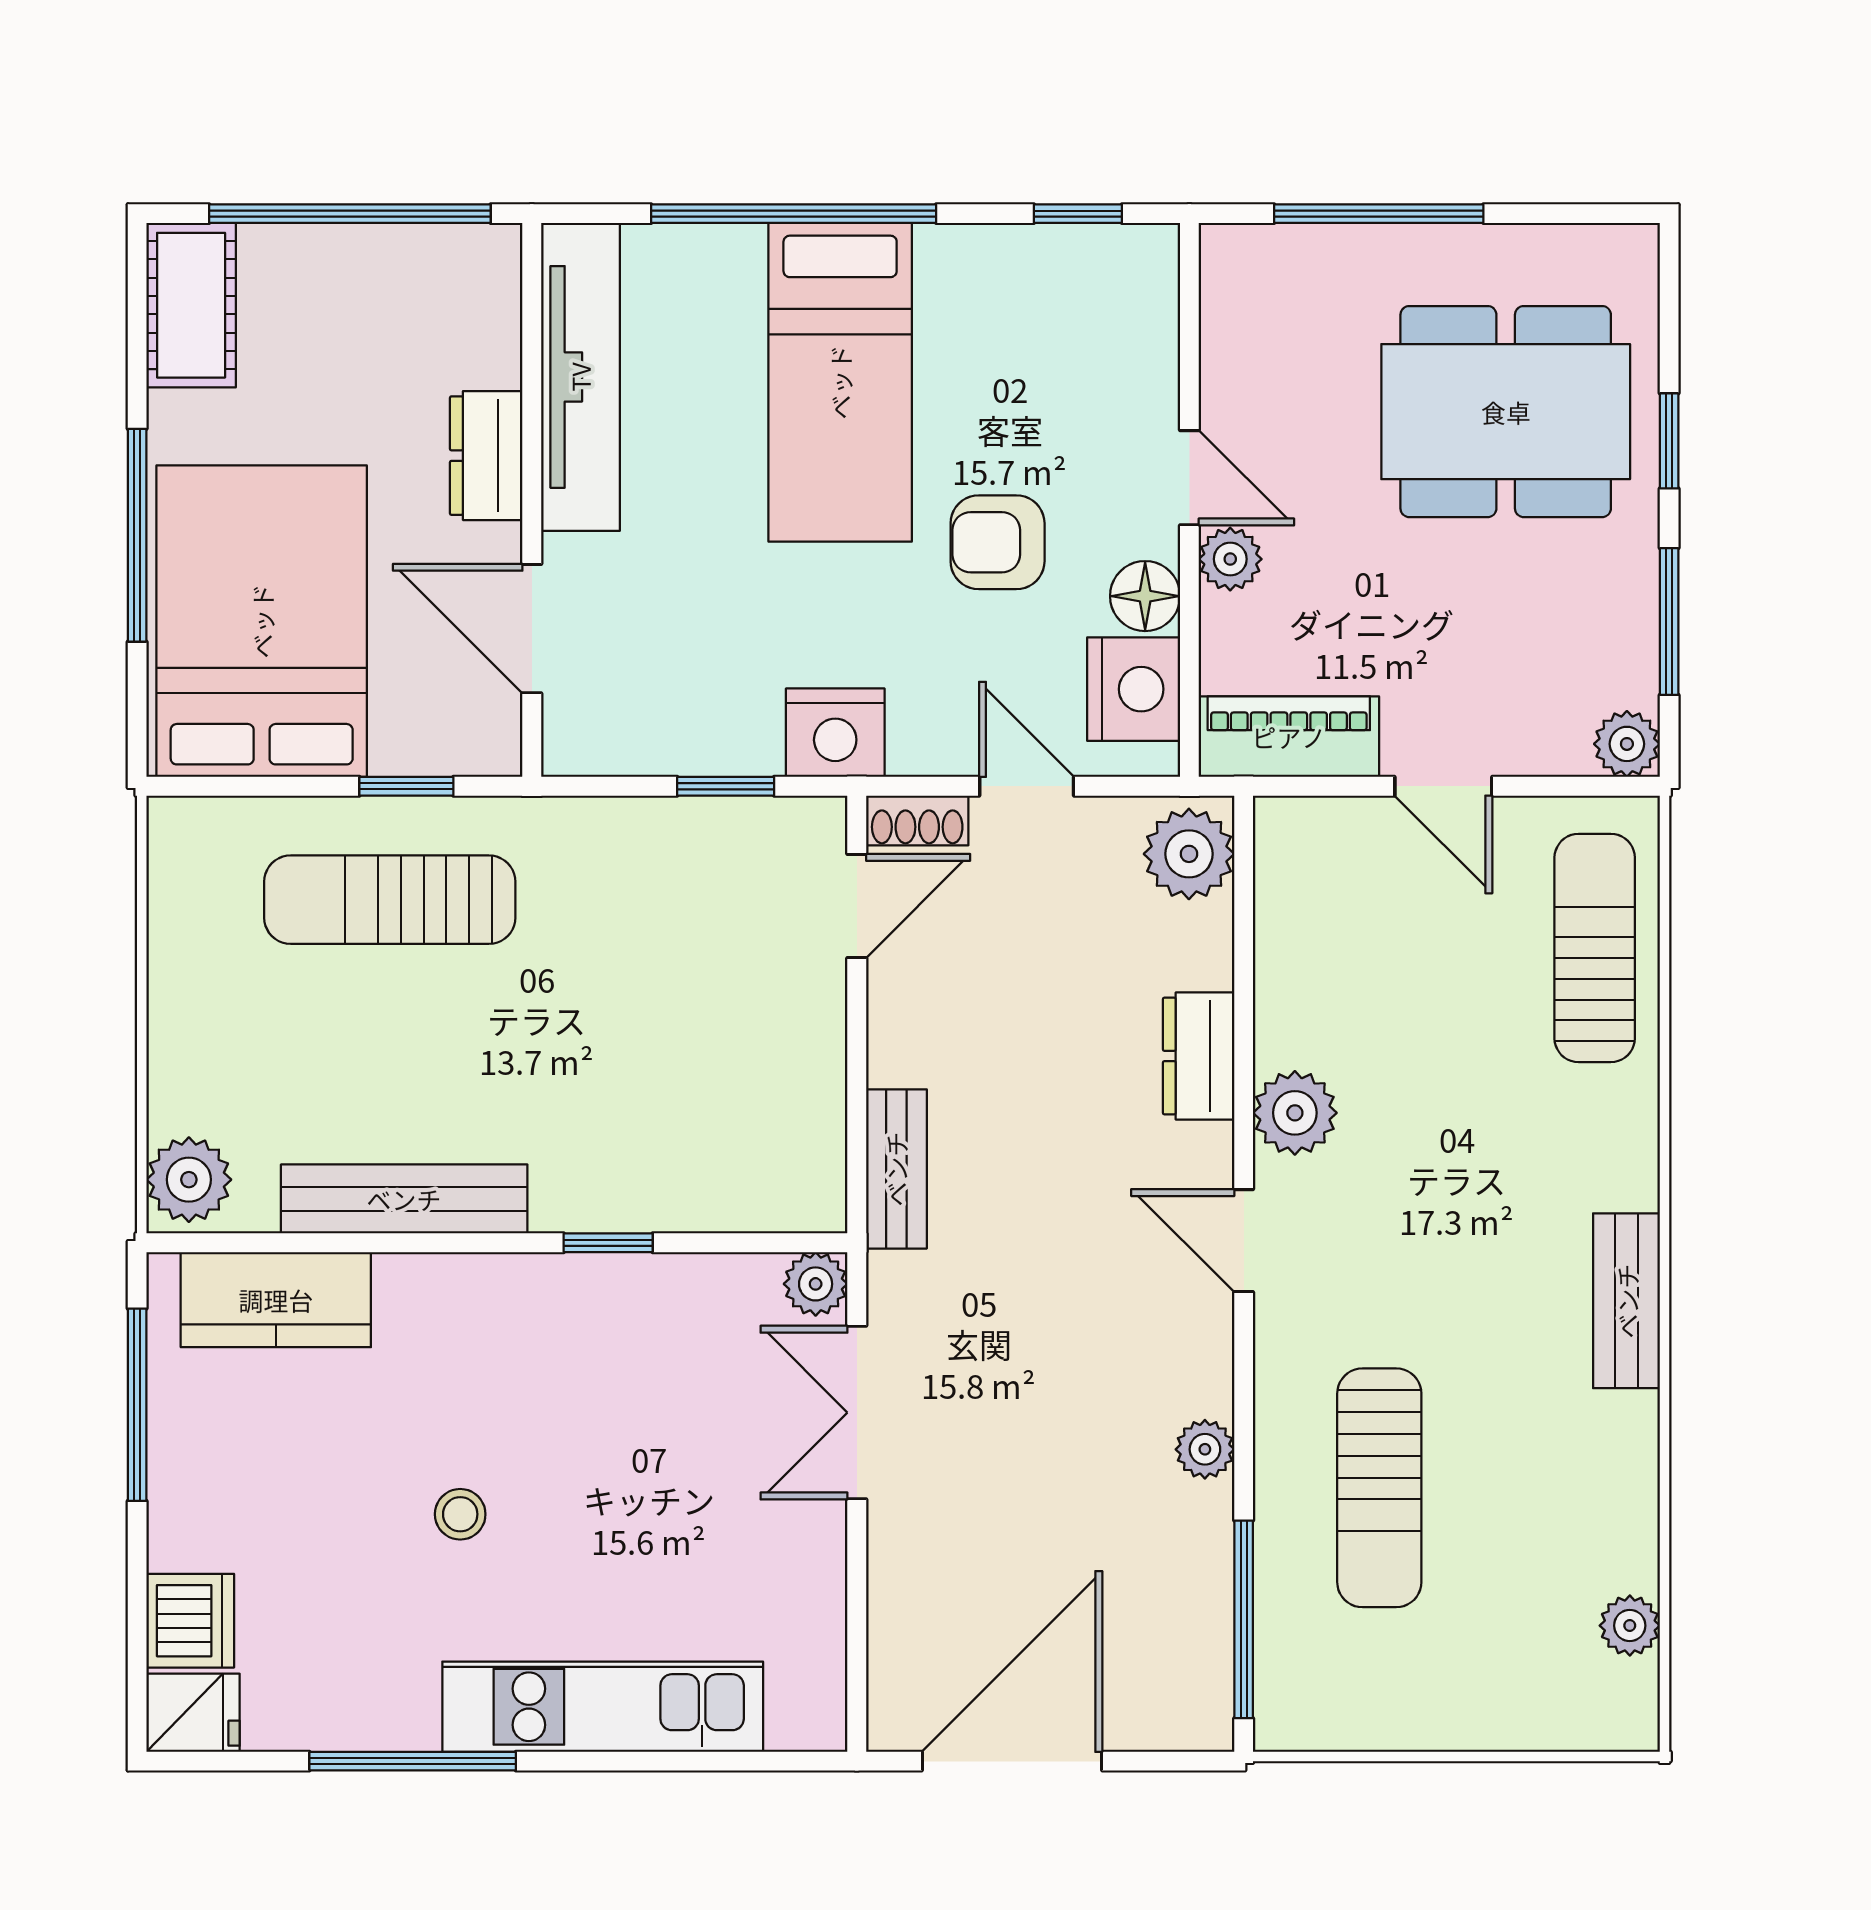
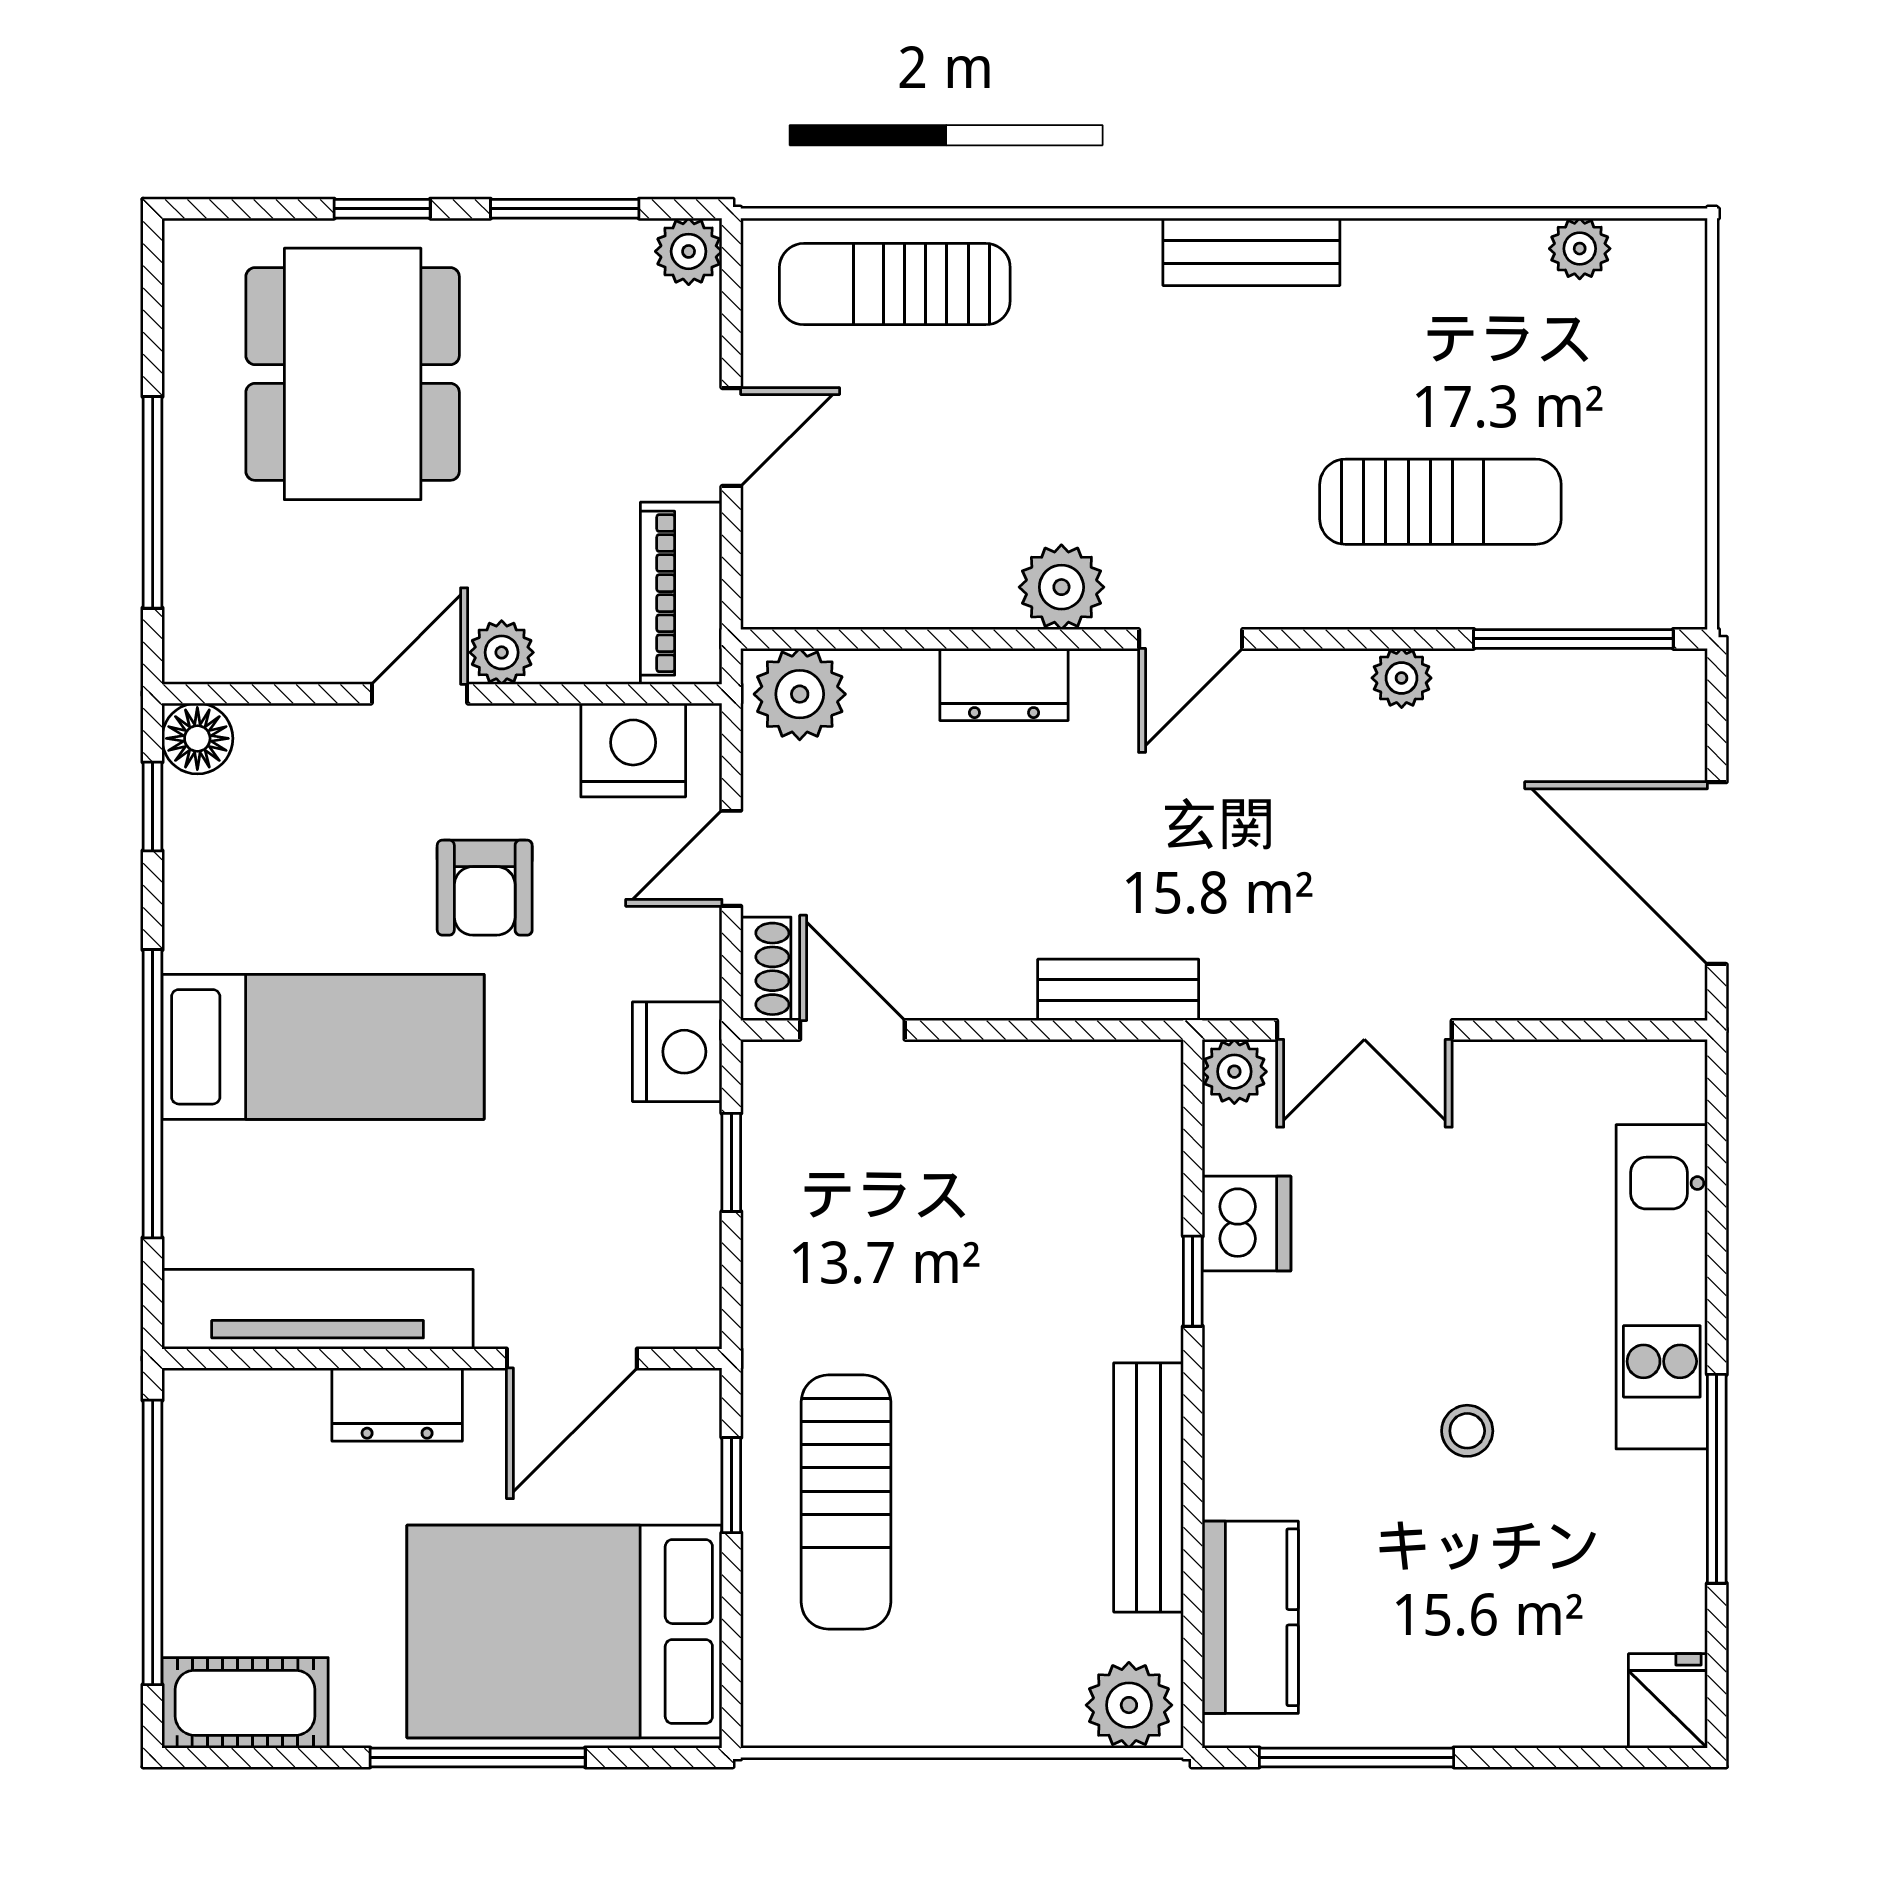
floor lamp: (1145, 596) -> (197, 738), moved
dishwasher: (190, 1621) -> (1246, 1224), moved, turned 90

